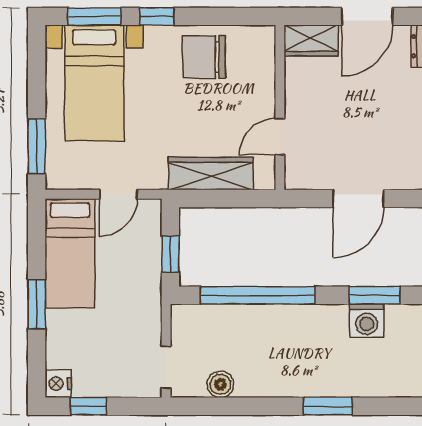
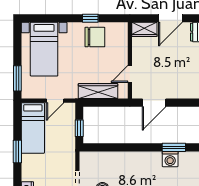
window: (94, 16) -> (44, 18), removed
window: (157, 16) -> (90, 18), moved
chair: (204, 57) -> (95, 37), turned 180
door: (358, 199) -> (154, 103), moved
window: (258, 295) -> (120, 147), removed

